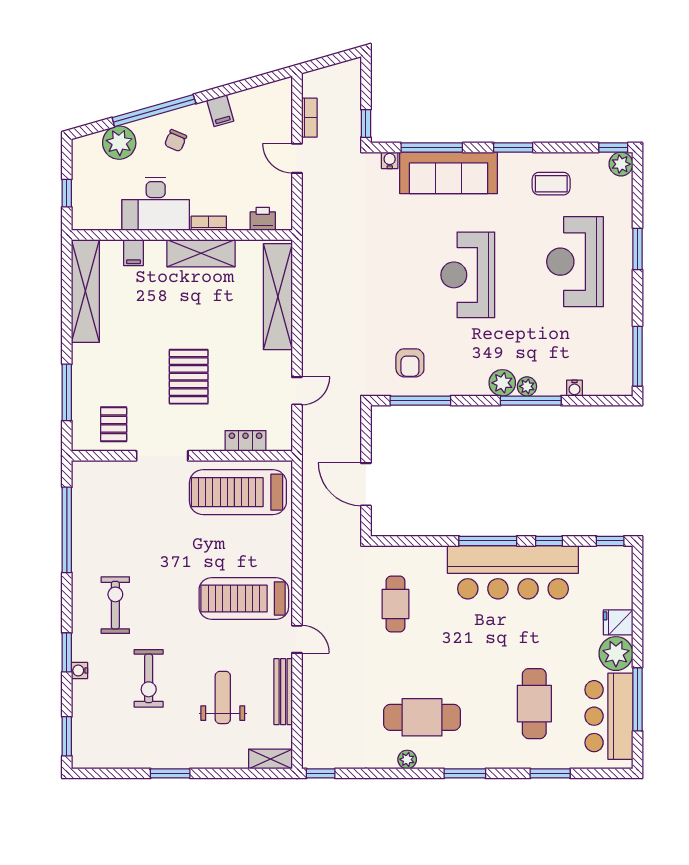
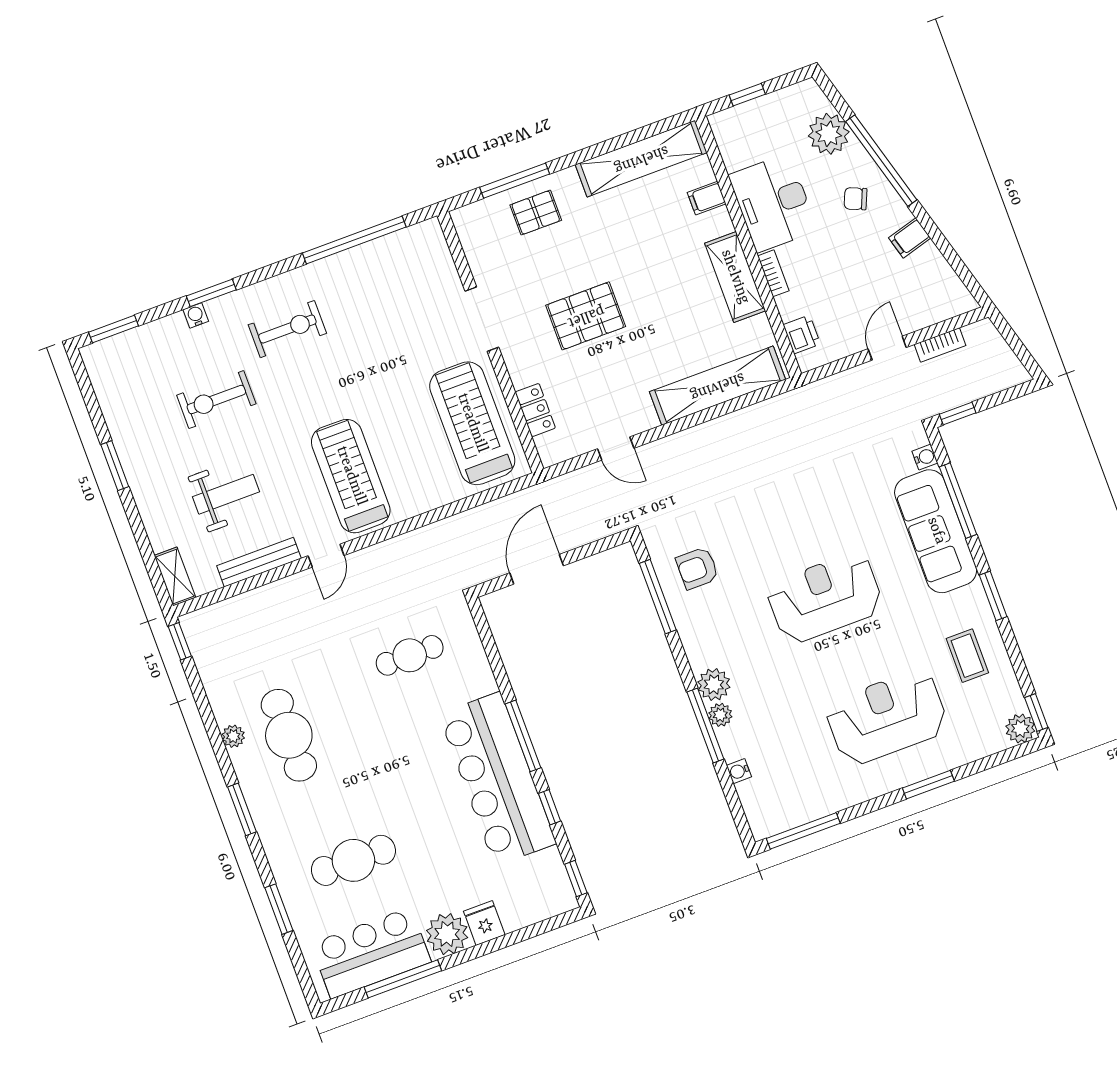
pallet: (114, 424) -> (536, 213), moved

